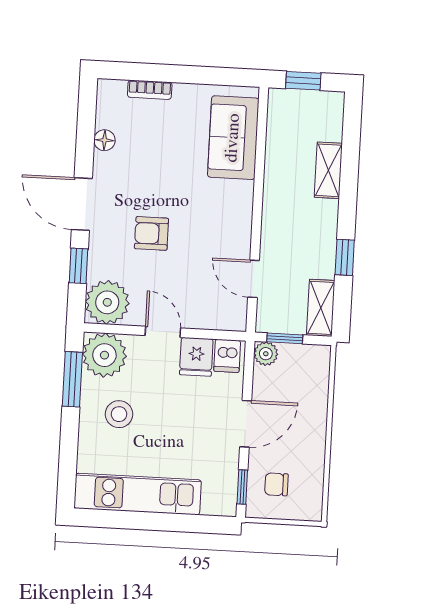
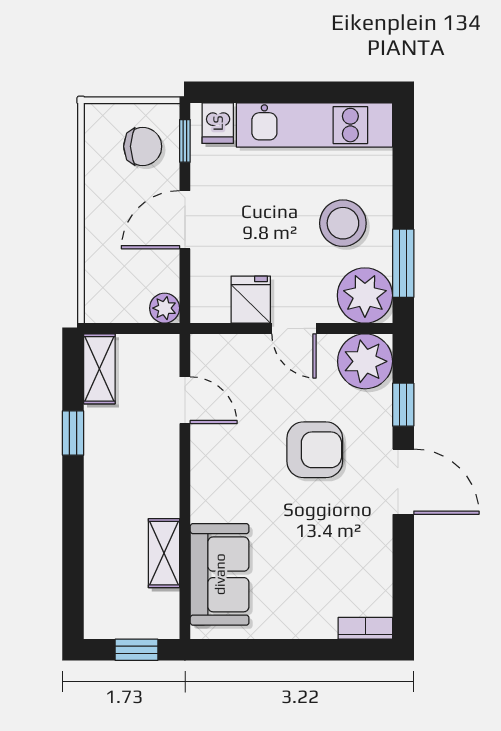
bookcase: (150, 90) -> (365, 628), moved
floor lamp: (104, 140) -> (379, 562), removed
shelving: (328, 170) -> (164, 553), moved
armchair: (151, 233) -> (315, 450), width x1.38, depth x1.38
window: (285, 338) -> (142, 328), removed
dishwasher: (227, 356) -> (218, 123), moved, turned 180
stool: (119, 414) -> (343, 223), width x1.38, depth x1.38
chair: (276, 484) -> (143, 146), width x1.37, depth x1.37

